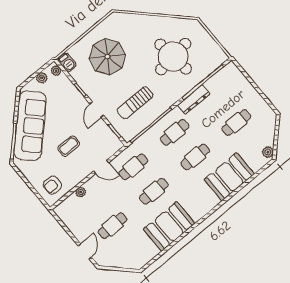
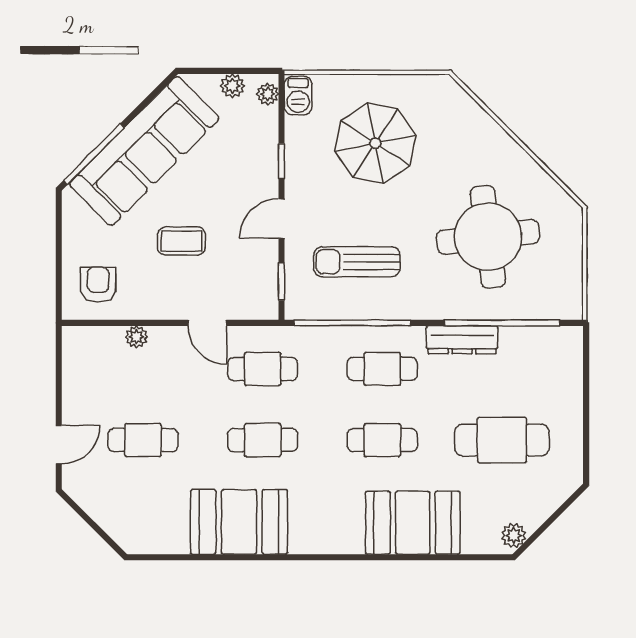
cafe table: (236, 123) -> (502, 440), width x1.37, depth x1.35
armchair: (52, 185) -> (98, 285), turned 90

